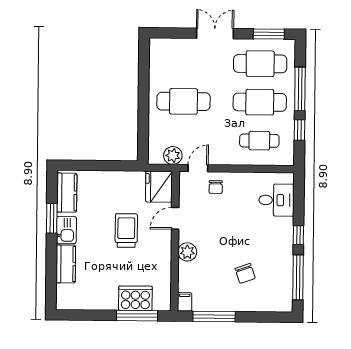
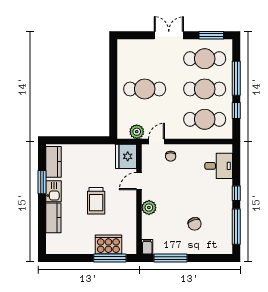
cafe table: (259, 141) -> (205, 119), width x1.37, depth x1.35
trolley: (126, 231) -> (96, 201), moved, turned 180

